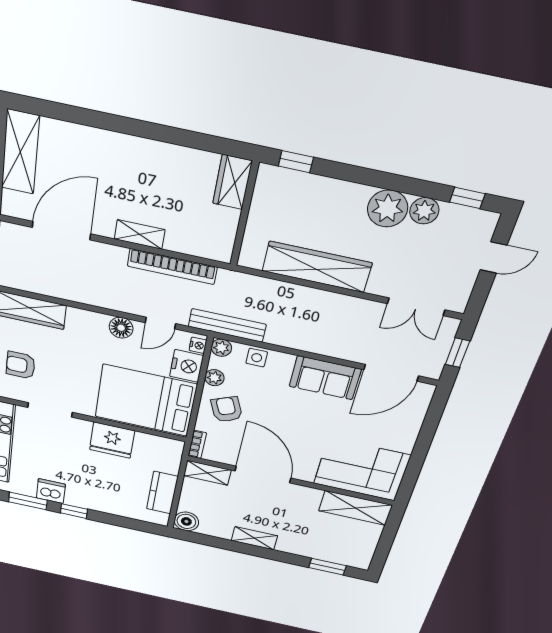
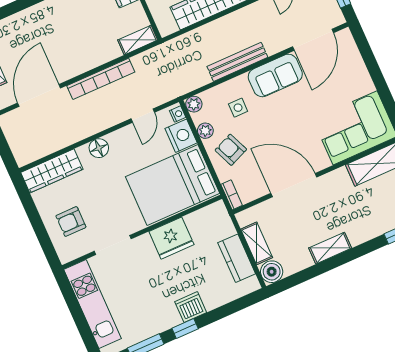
shelving: (140, 234) -> (138, 40), moved
bookcase: (172, 267) -> (101, 79), moved
bench: (227, 325) -> (237, 62), moved
floor lamp: (121, 328) -> (99, 148), moved
side table: (257, 358) -> (238, 108), moved
shelving: (207, 473) -> (257, 243), moved, turned 90
dishwasher: (51, 491) -> (191, 307), moved

